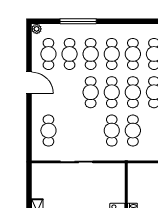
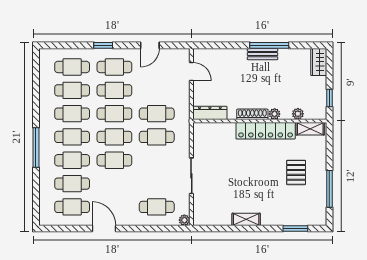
window: (78, 21) -> (36, 148), moved
plant: (37, 29) -> (184, 220), moved
door: (29, 83) -> (104, 229), hinge flipped
dresser: (134, 179) -> (210, 113), added

